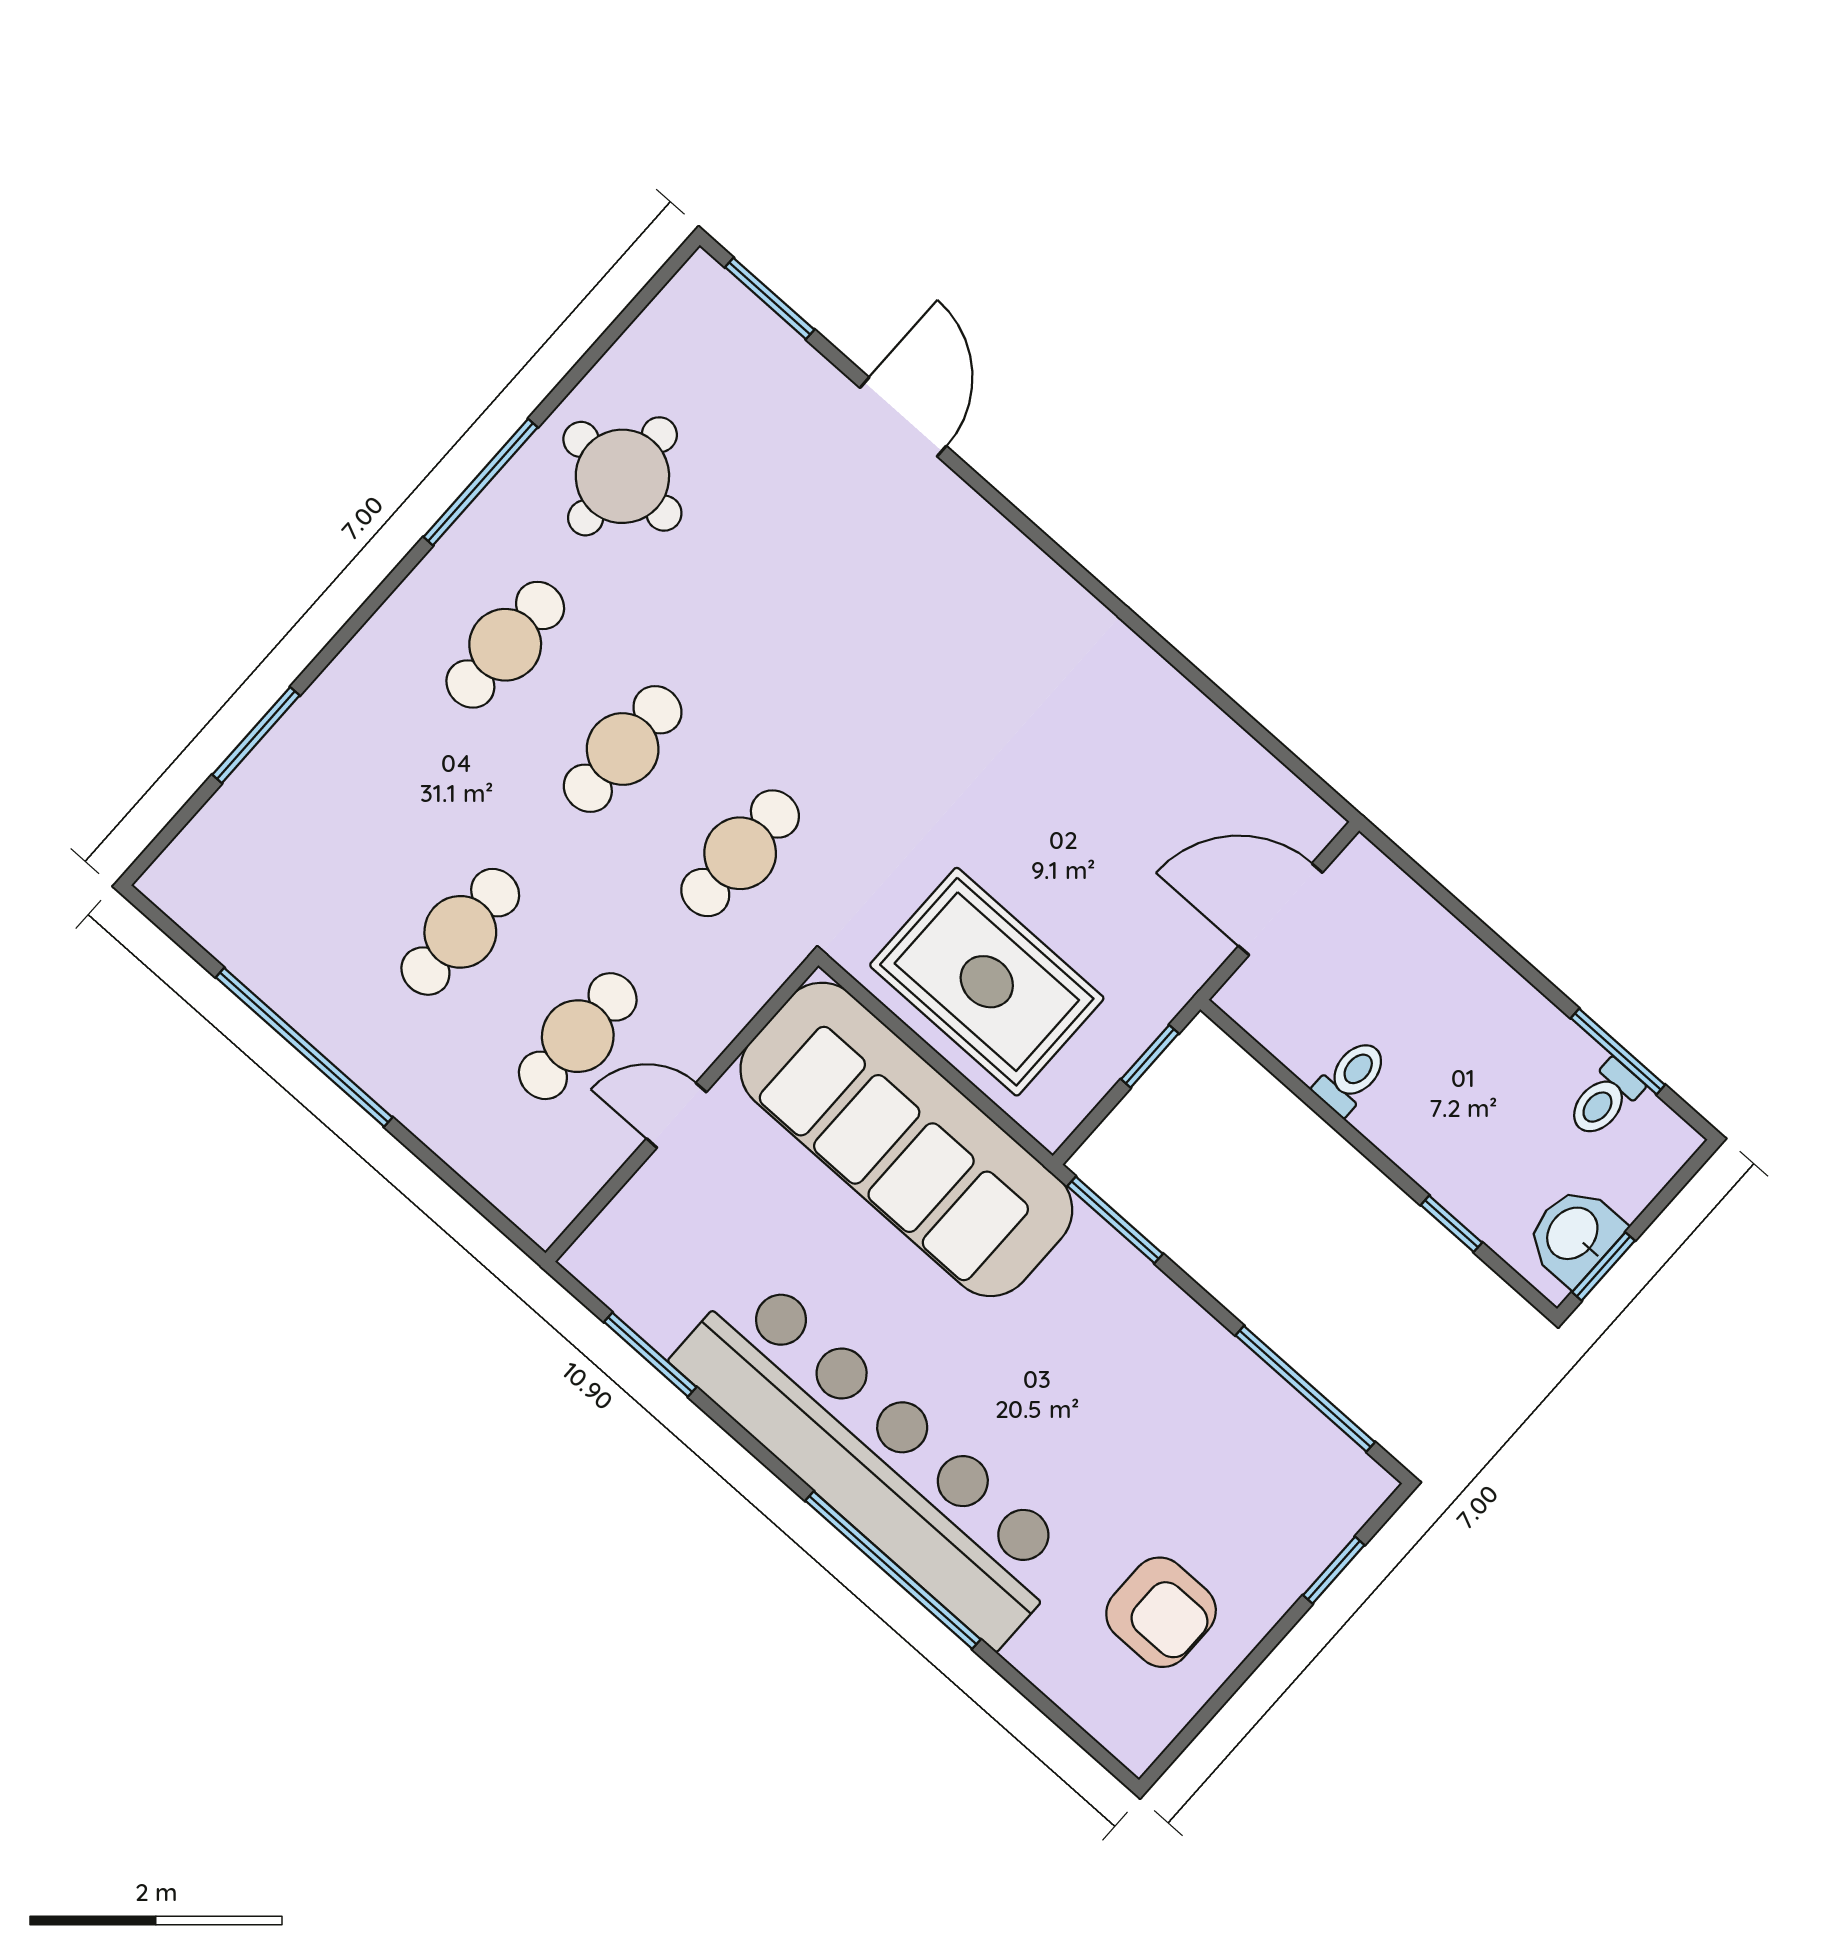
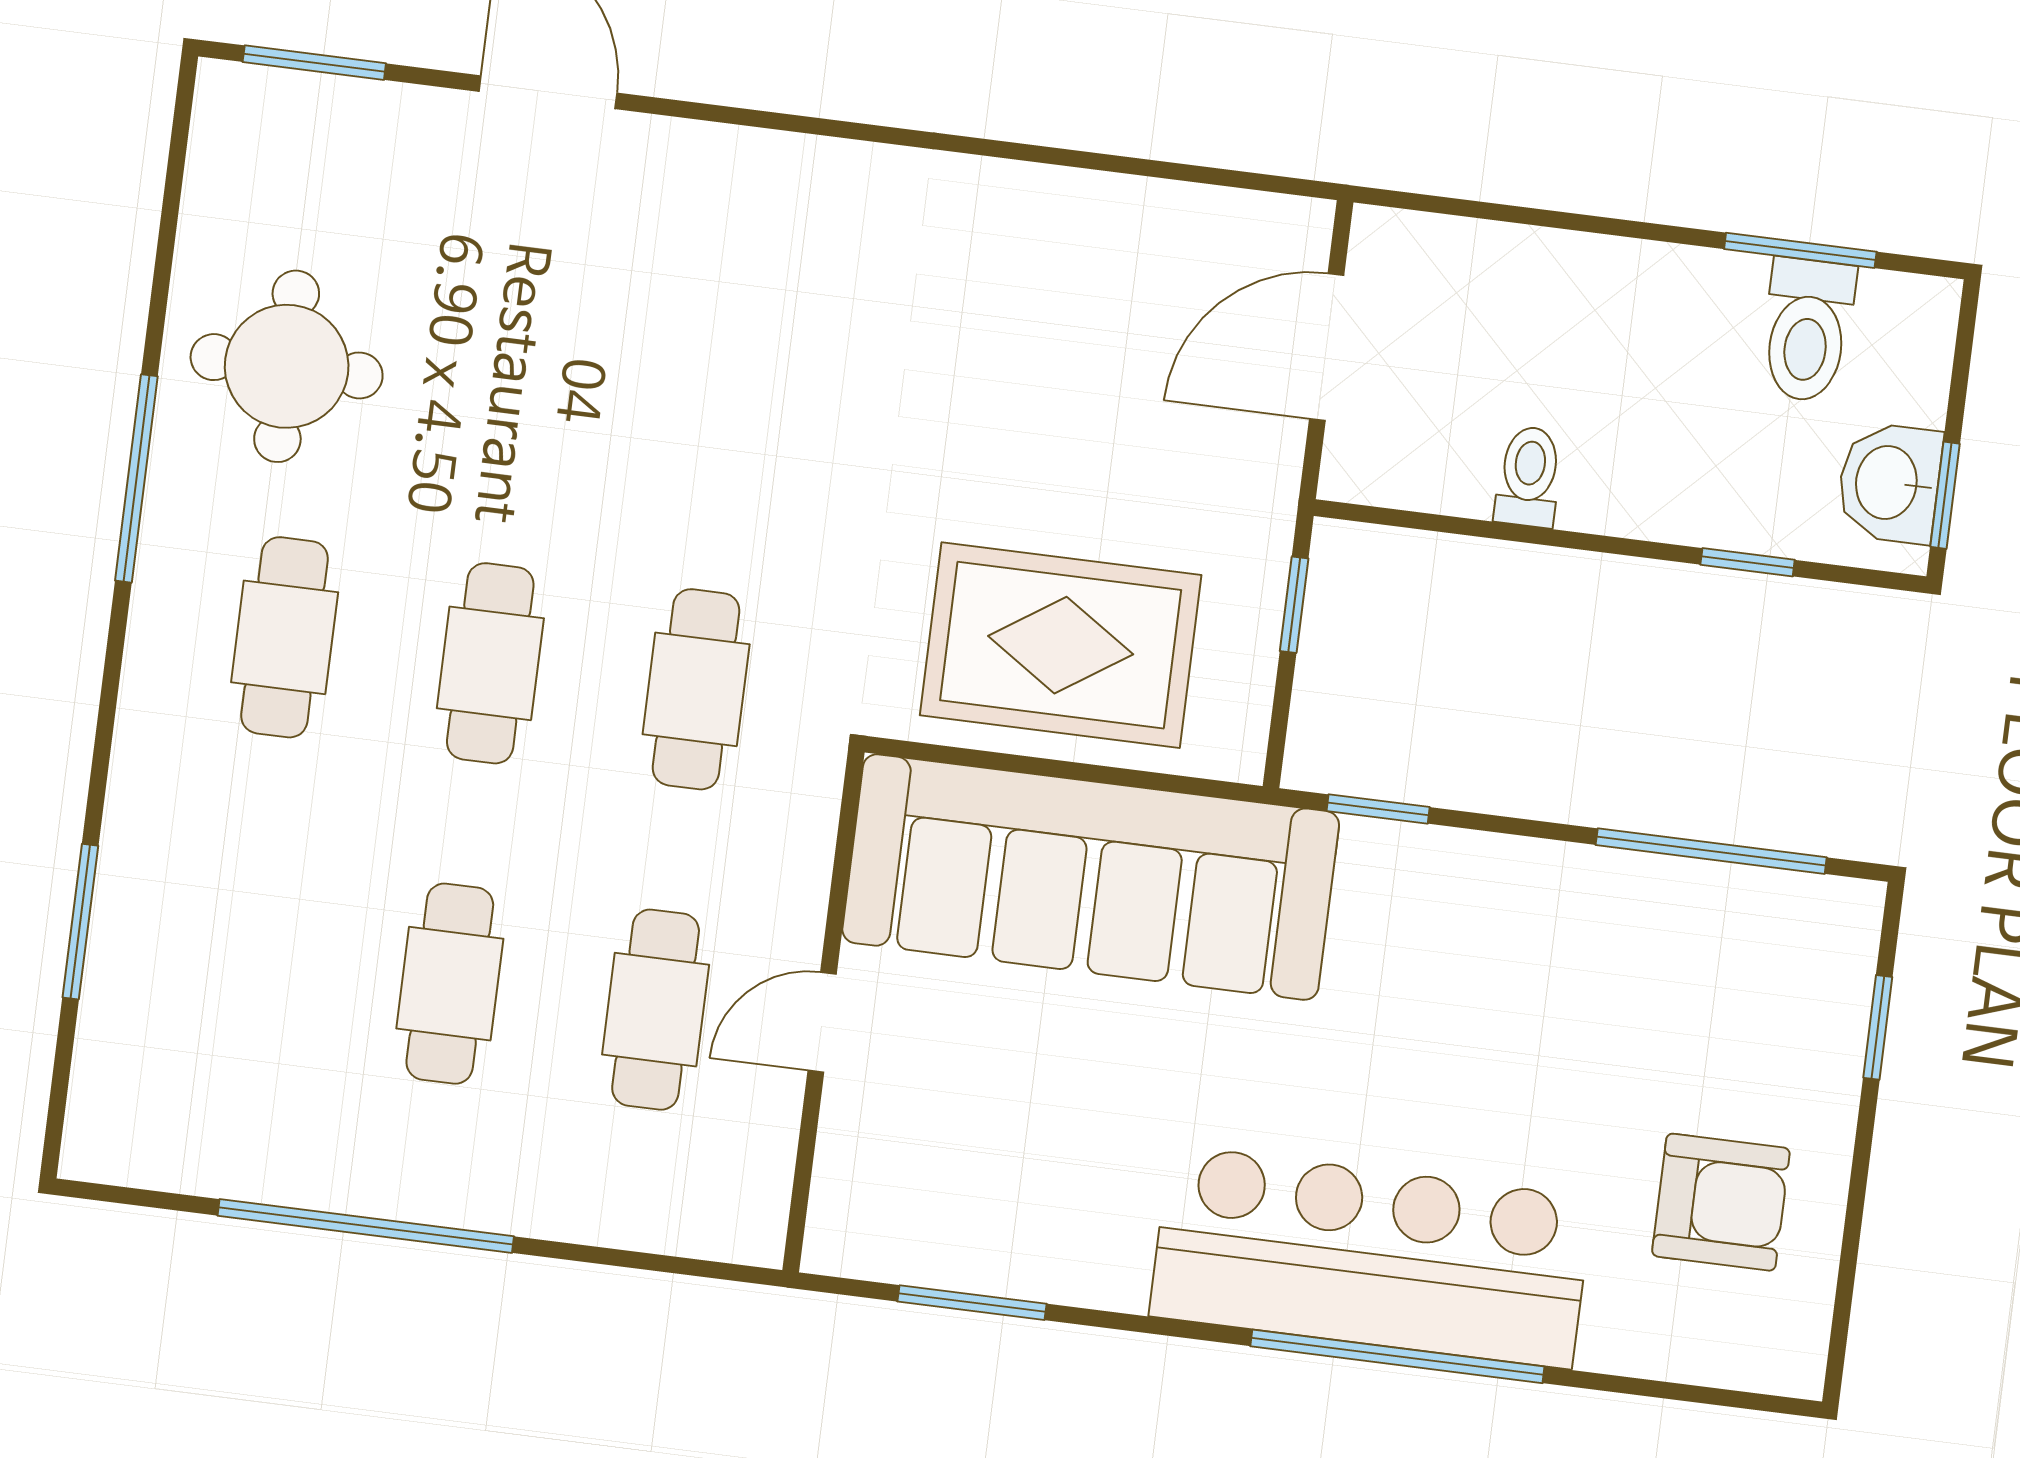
toilet: (1605, 1099) -> (1807, 330), width x1.37, depth x1.39
window: (1115, 1220) -> (1378, 809), width x0.67
bar counter: (875, 1458) -> (1371, 1257), width x0.73

